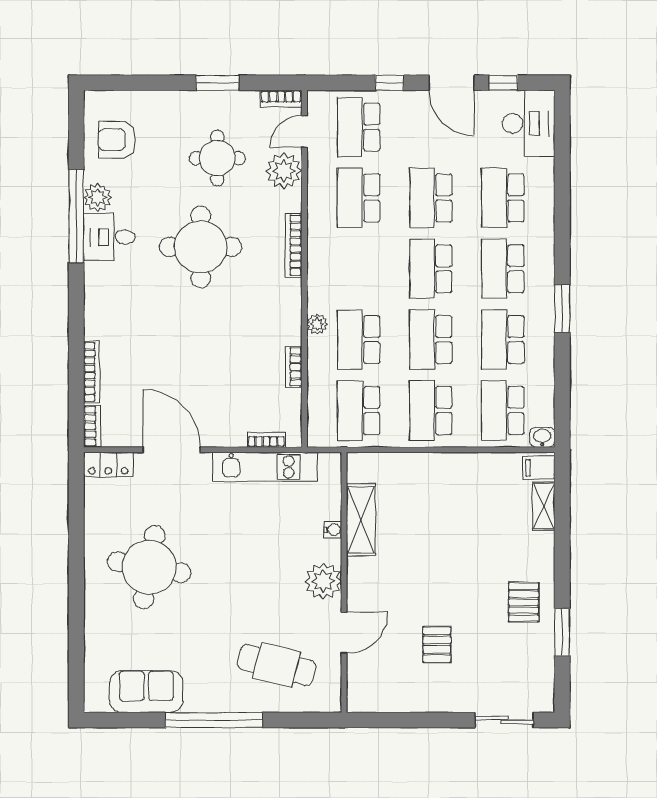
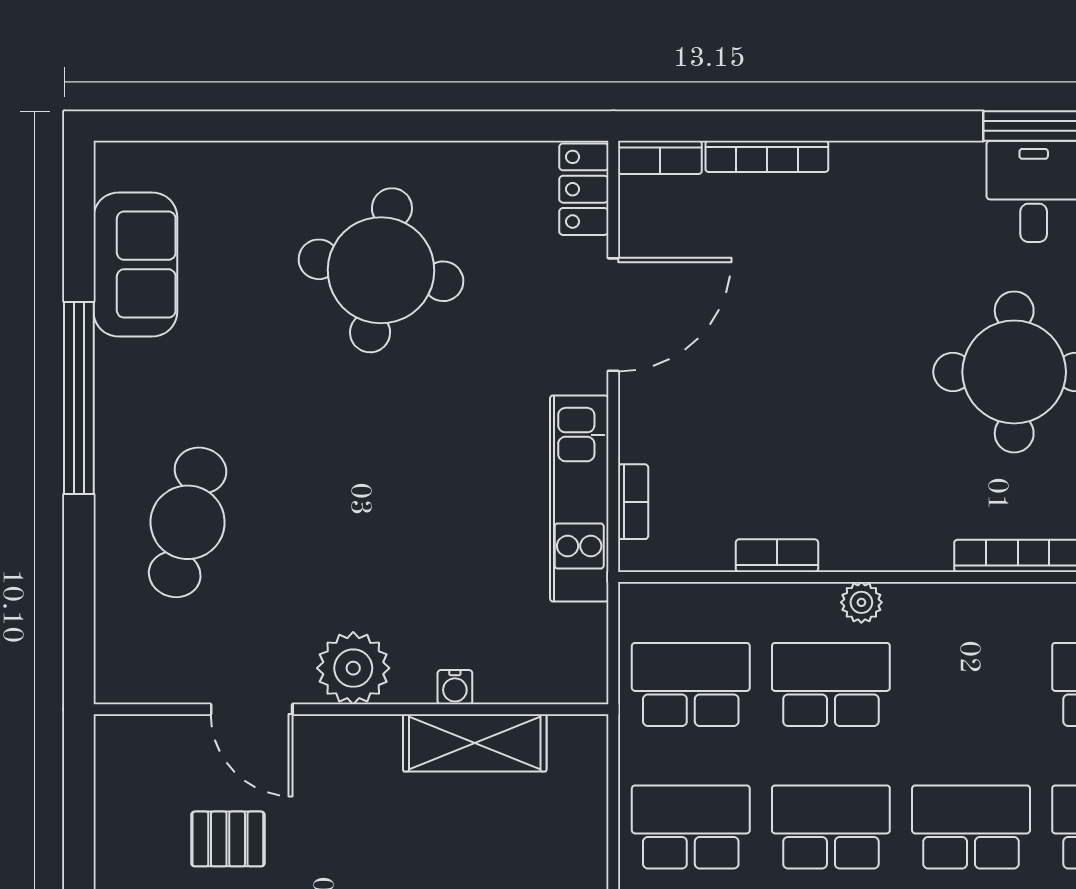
shelving: (361, 520) -> (475, 743), moved
water cooler: (333, 530) -> (455, 687), moved
plant: (323, 581) -> (353, 668), moved
wall: (344, 582) -> (351, 709), moved
door: (344, 633) -> (252, 709), moved

